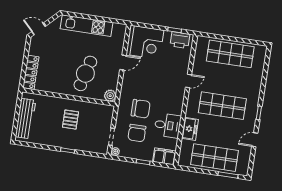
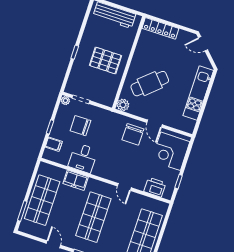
door: (39, 29) -> (203, 44), swing flipped
printer: (180, 40) -> (155, 187), moved, turned 90
cafe table: (85, 73) -> (150, 84), turned -57
chair: (141, 109) -> (133, 134), moved
pallet: (70, 120) -> (106, 61), width x1.50, depth x1.42
filing cabinet: (164, 156) -> (54, 144), width x0.50

